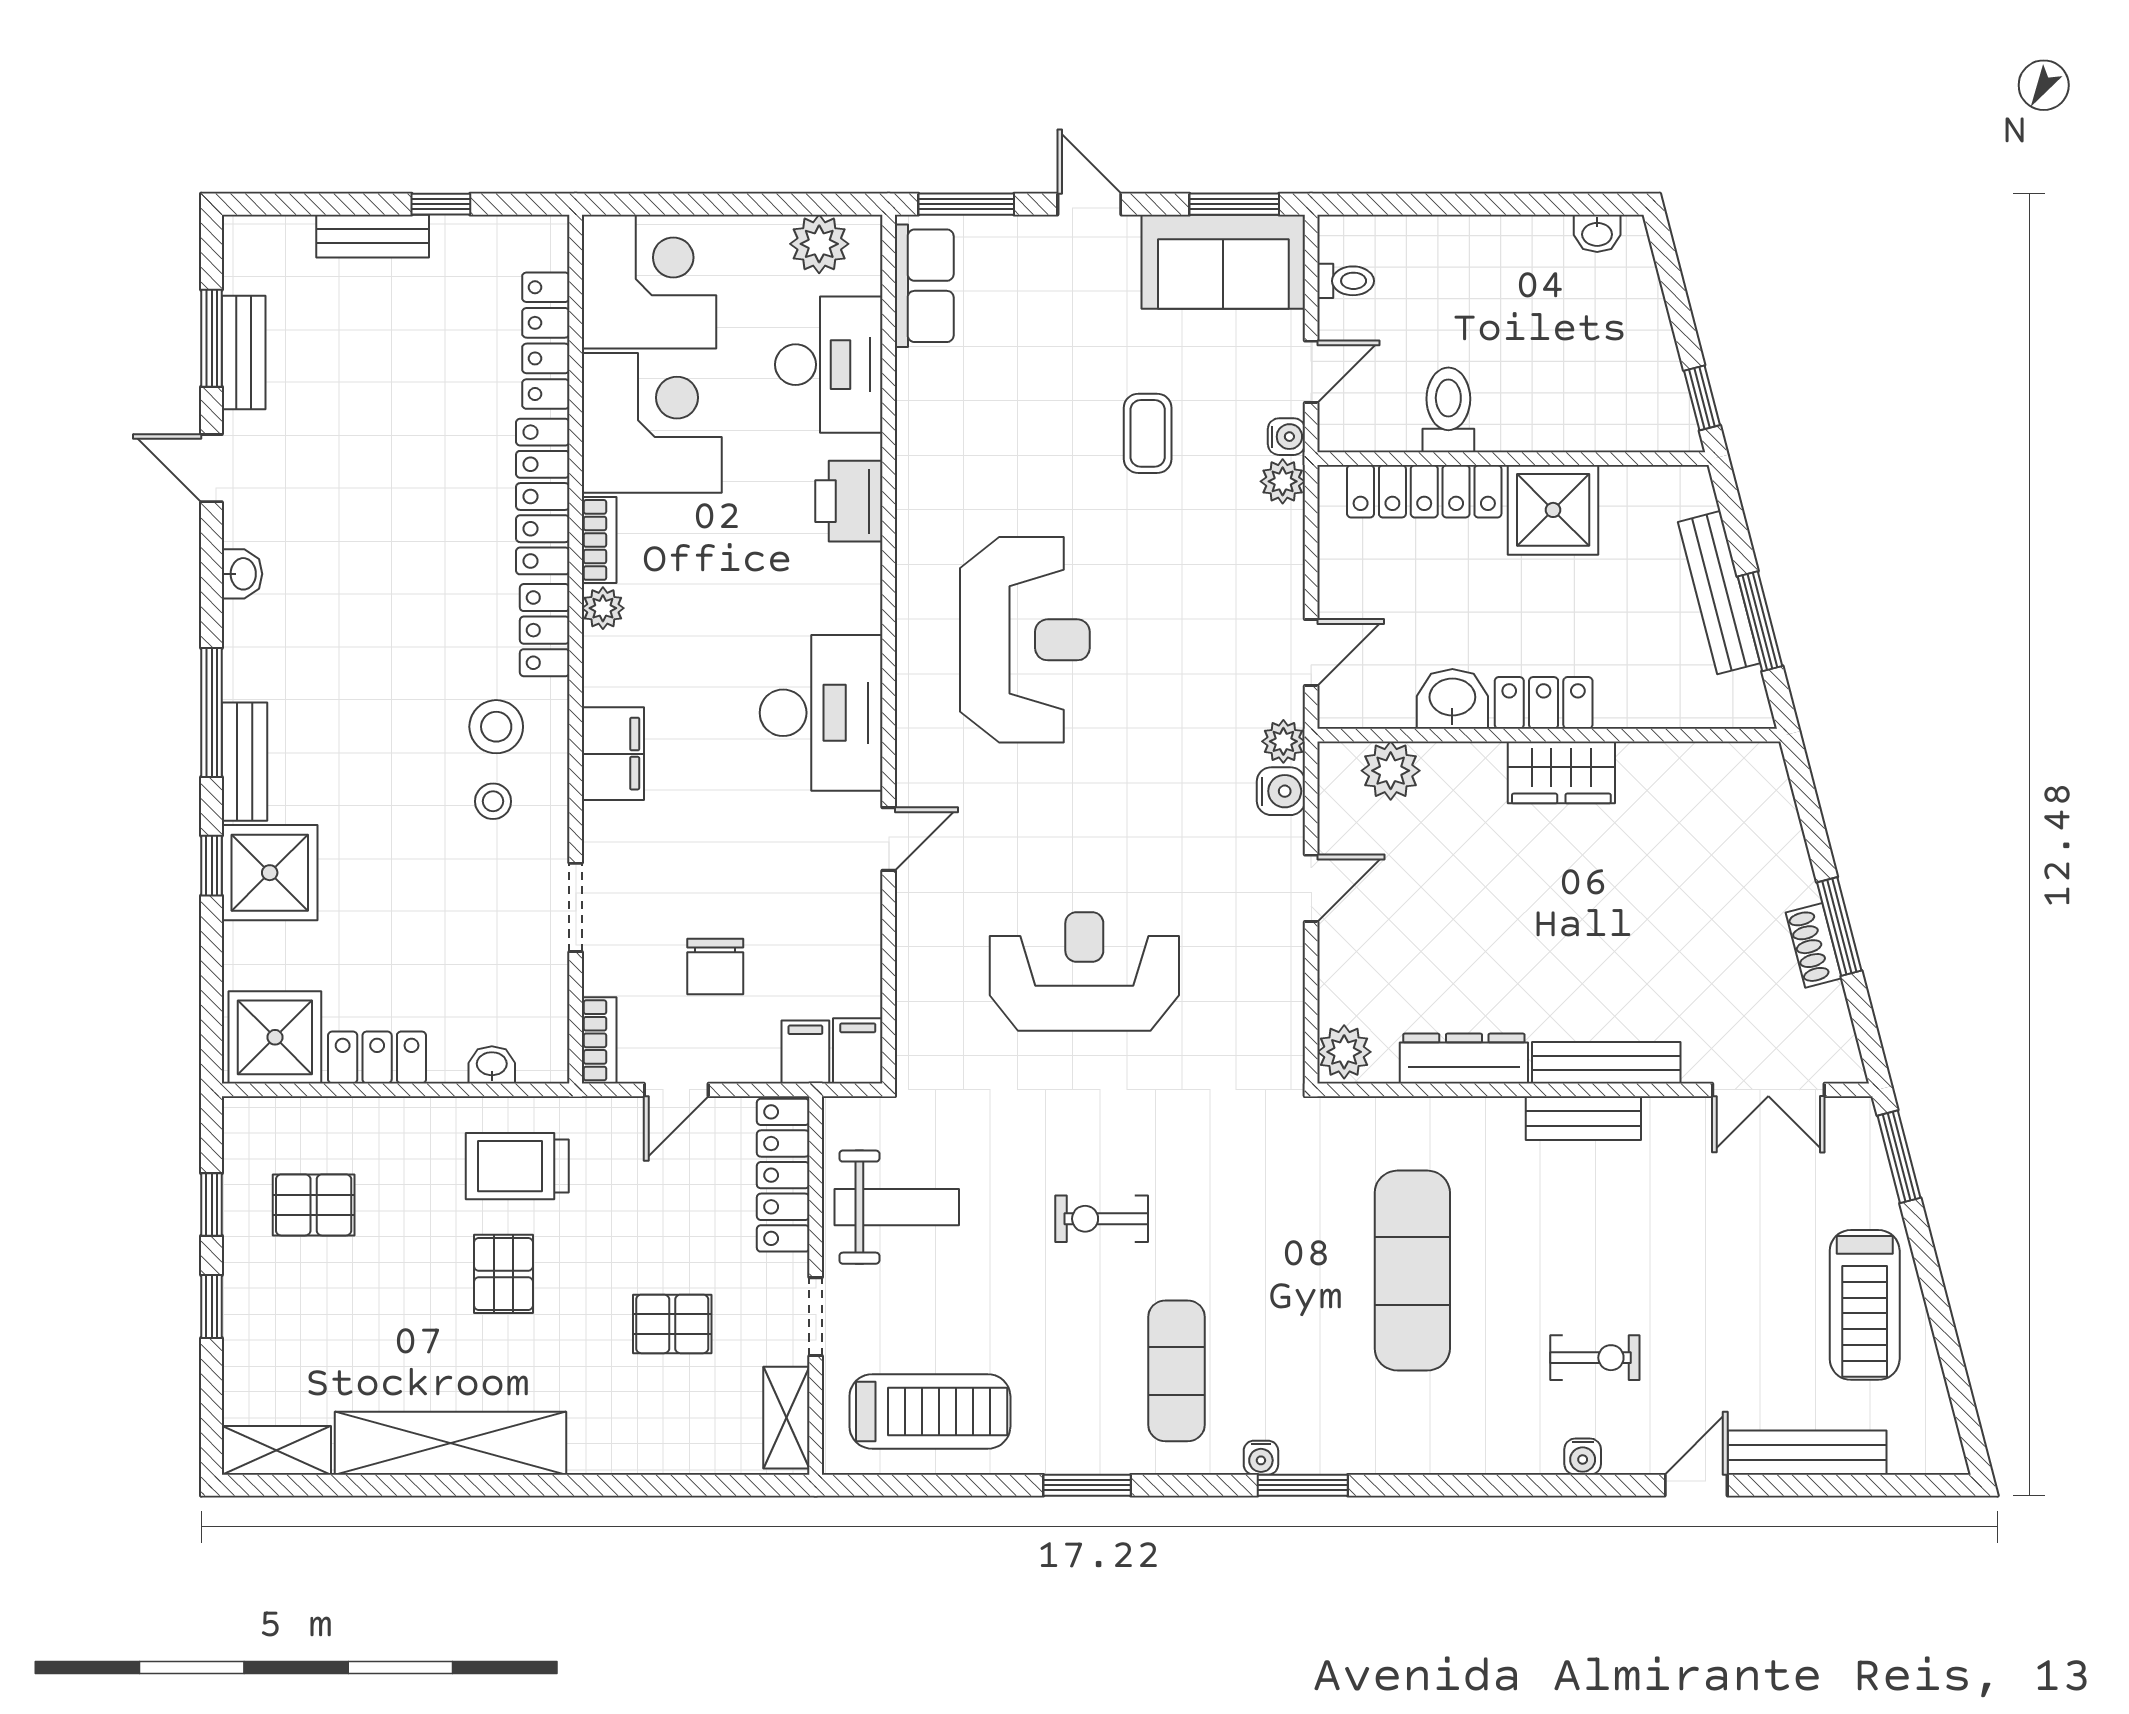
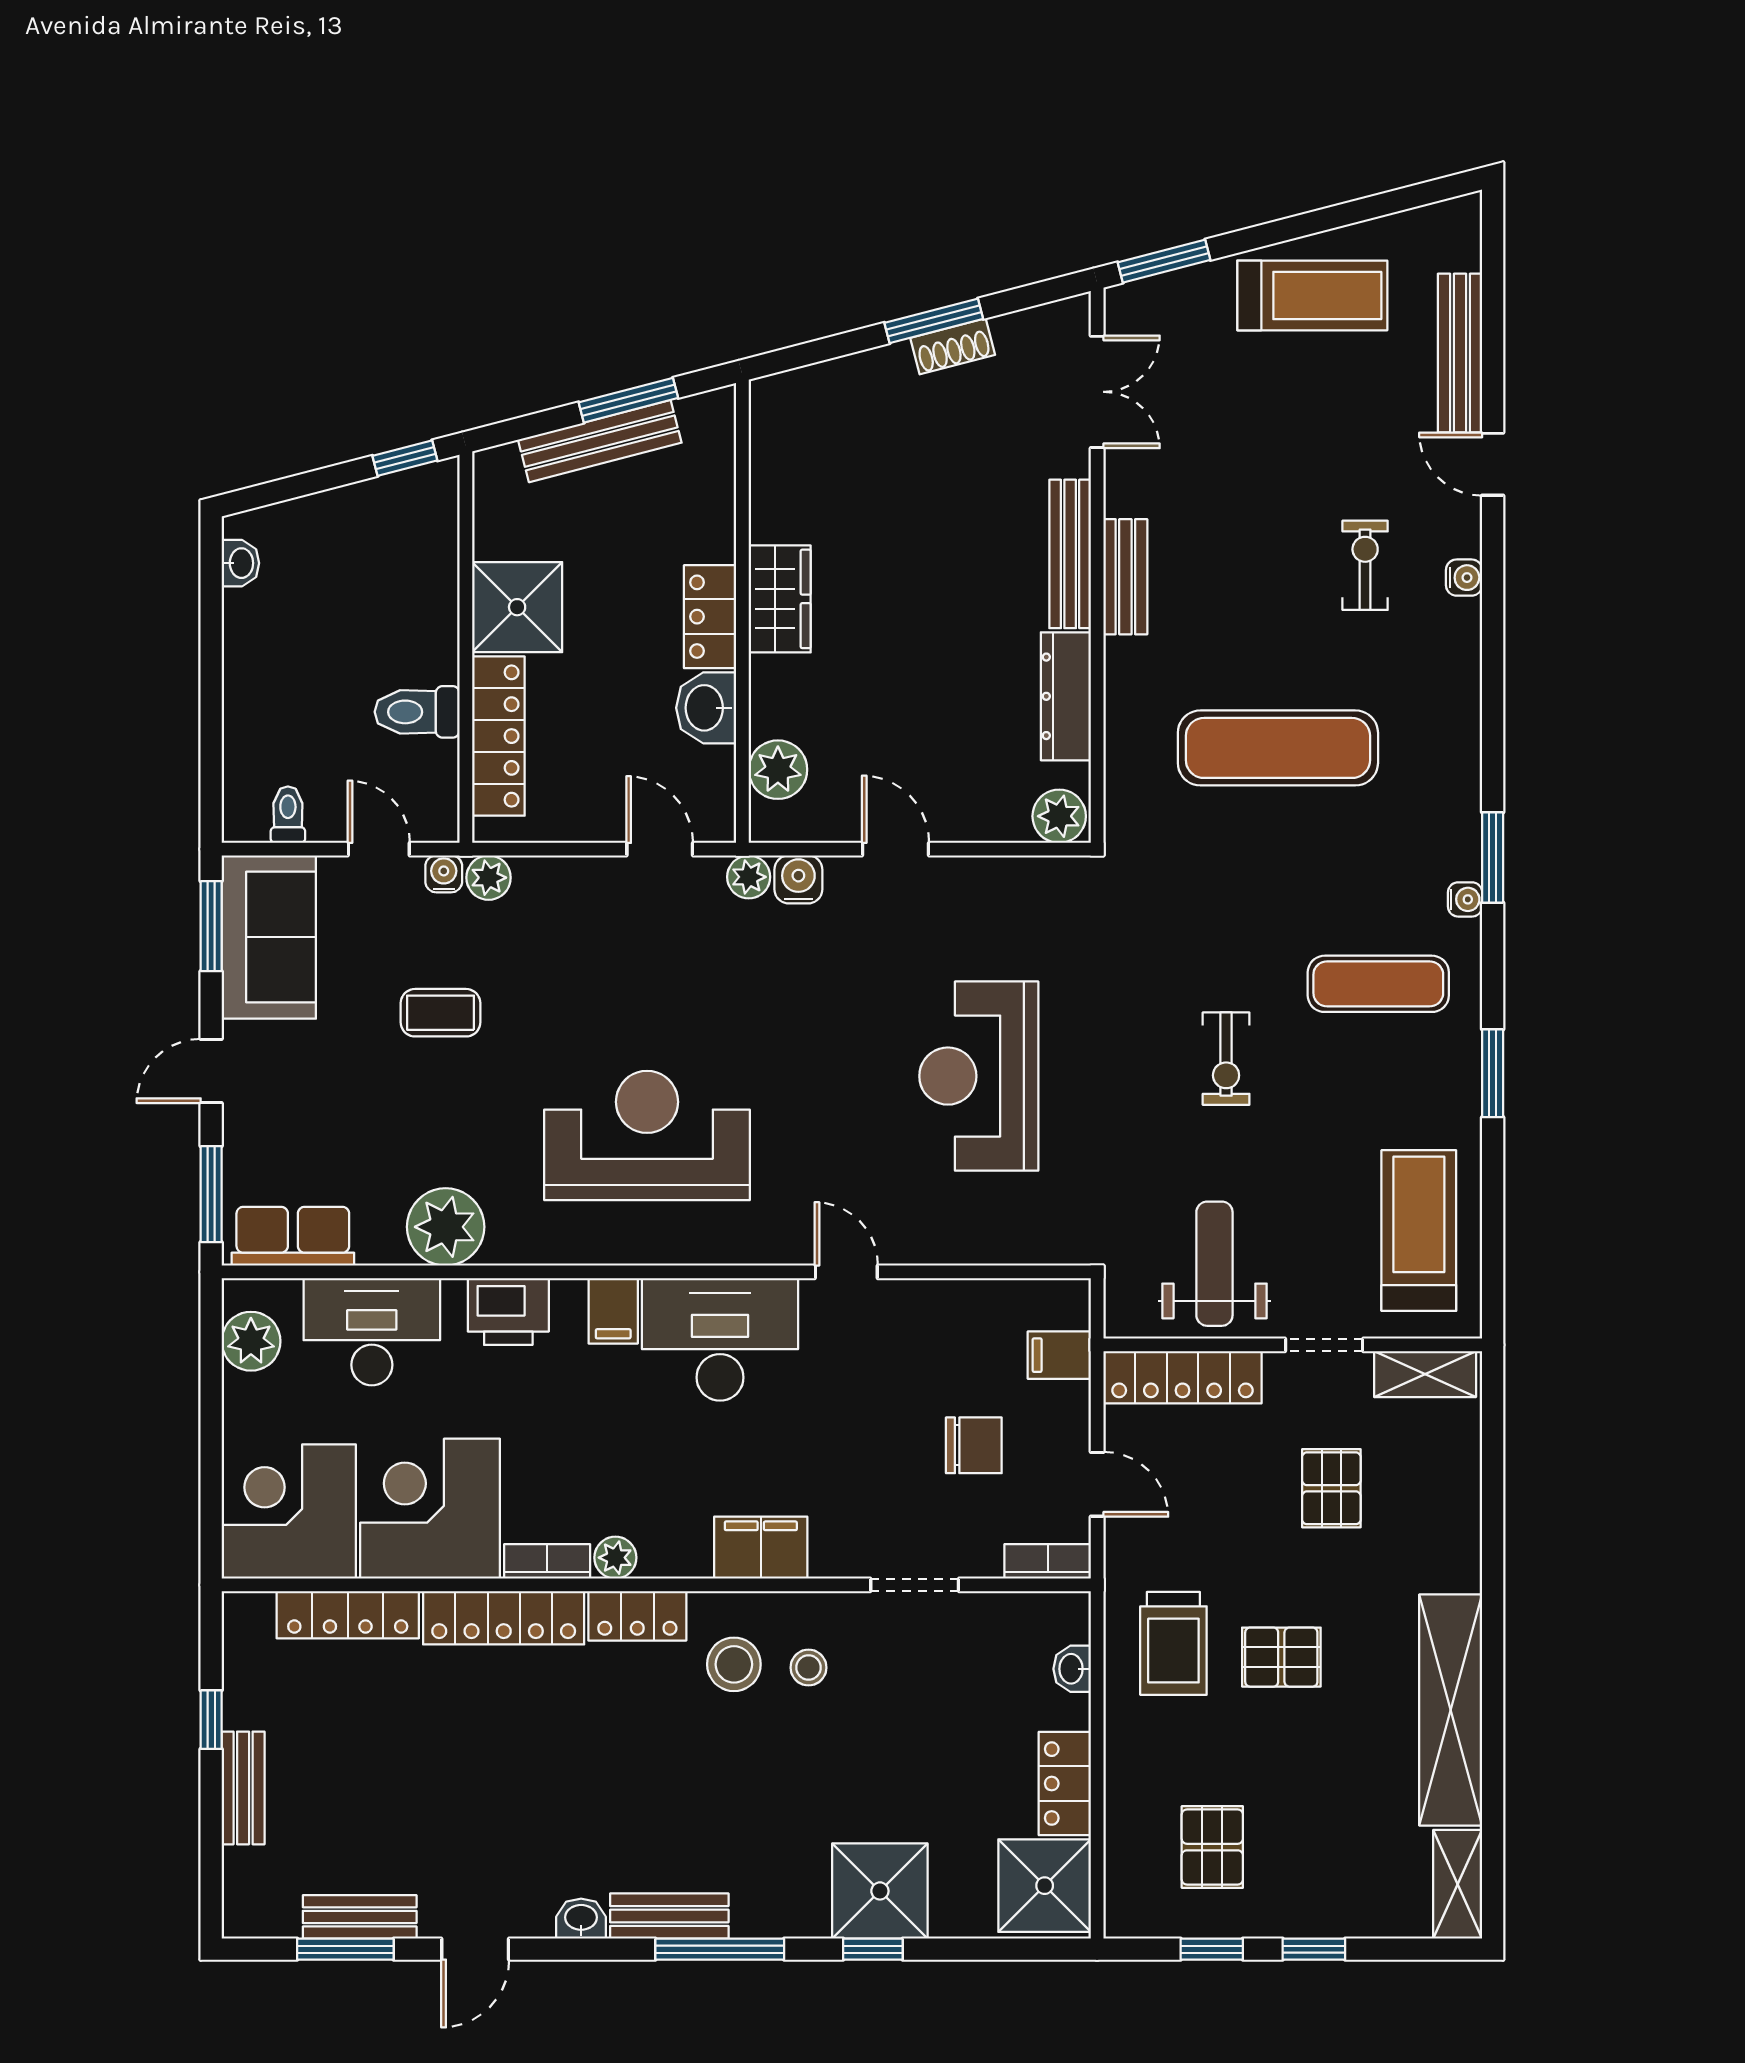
plant: (934, 439) -> (446, 1227), added
bench: (245, 762) -> (669, 1916), moved
filing cabinet: (858, 1051) -> (613, 1311), moved, turned -90

